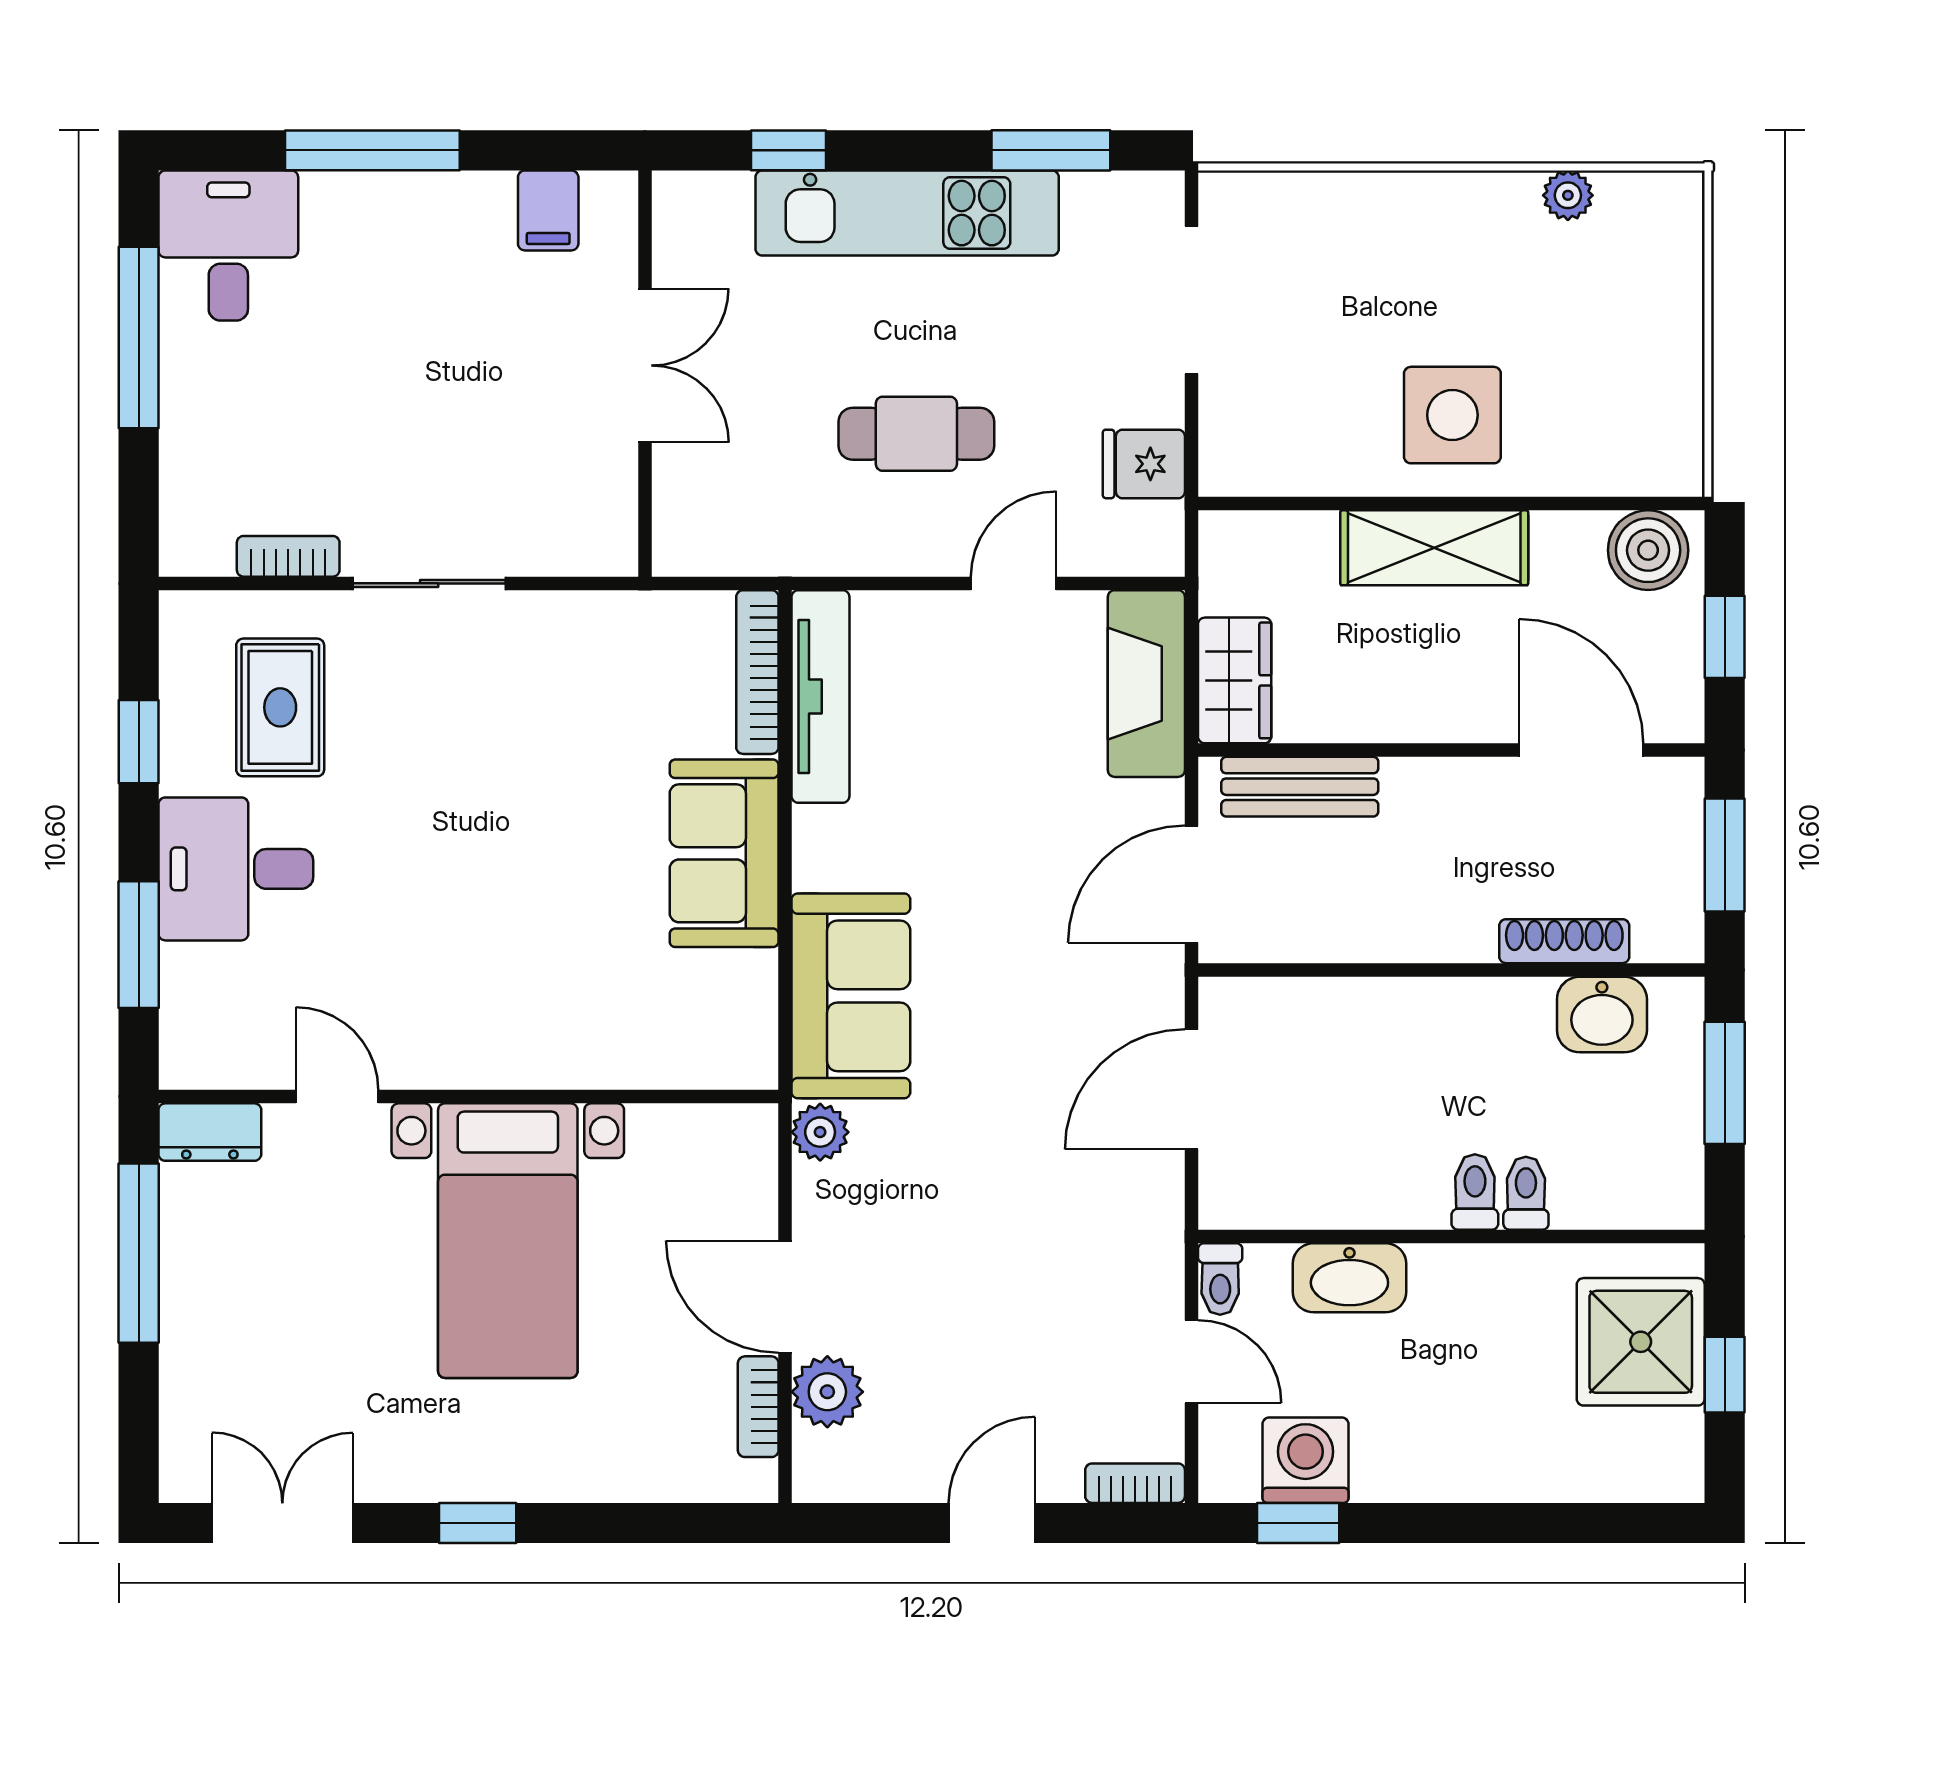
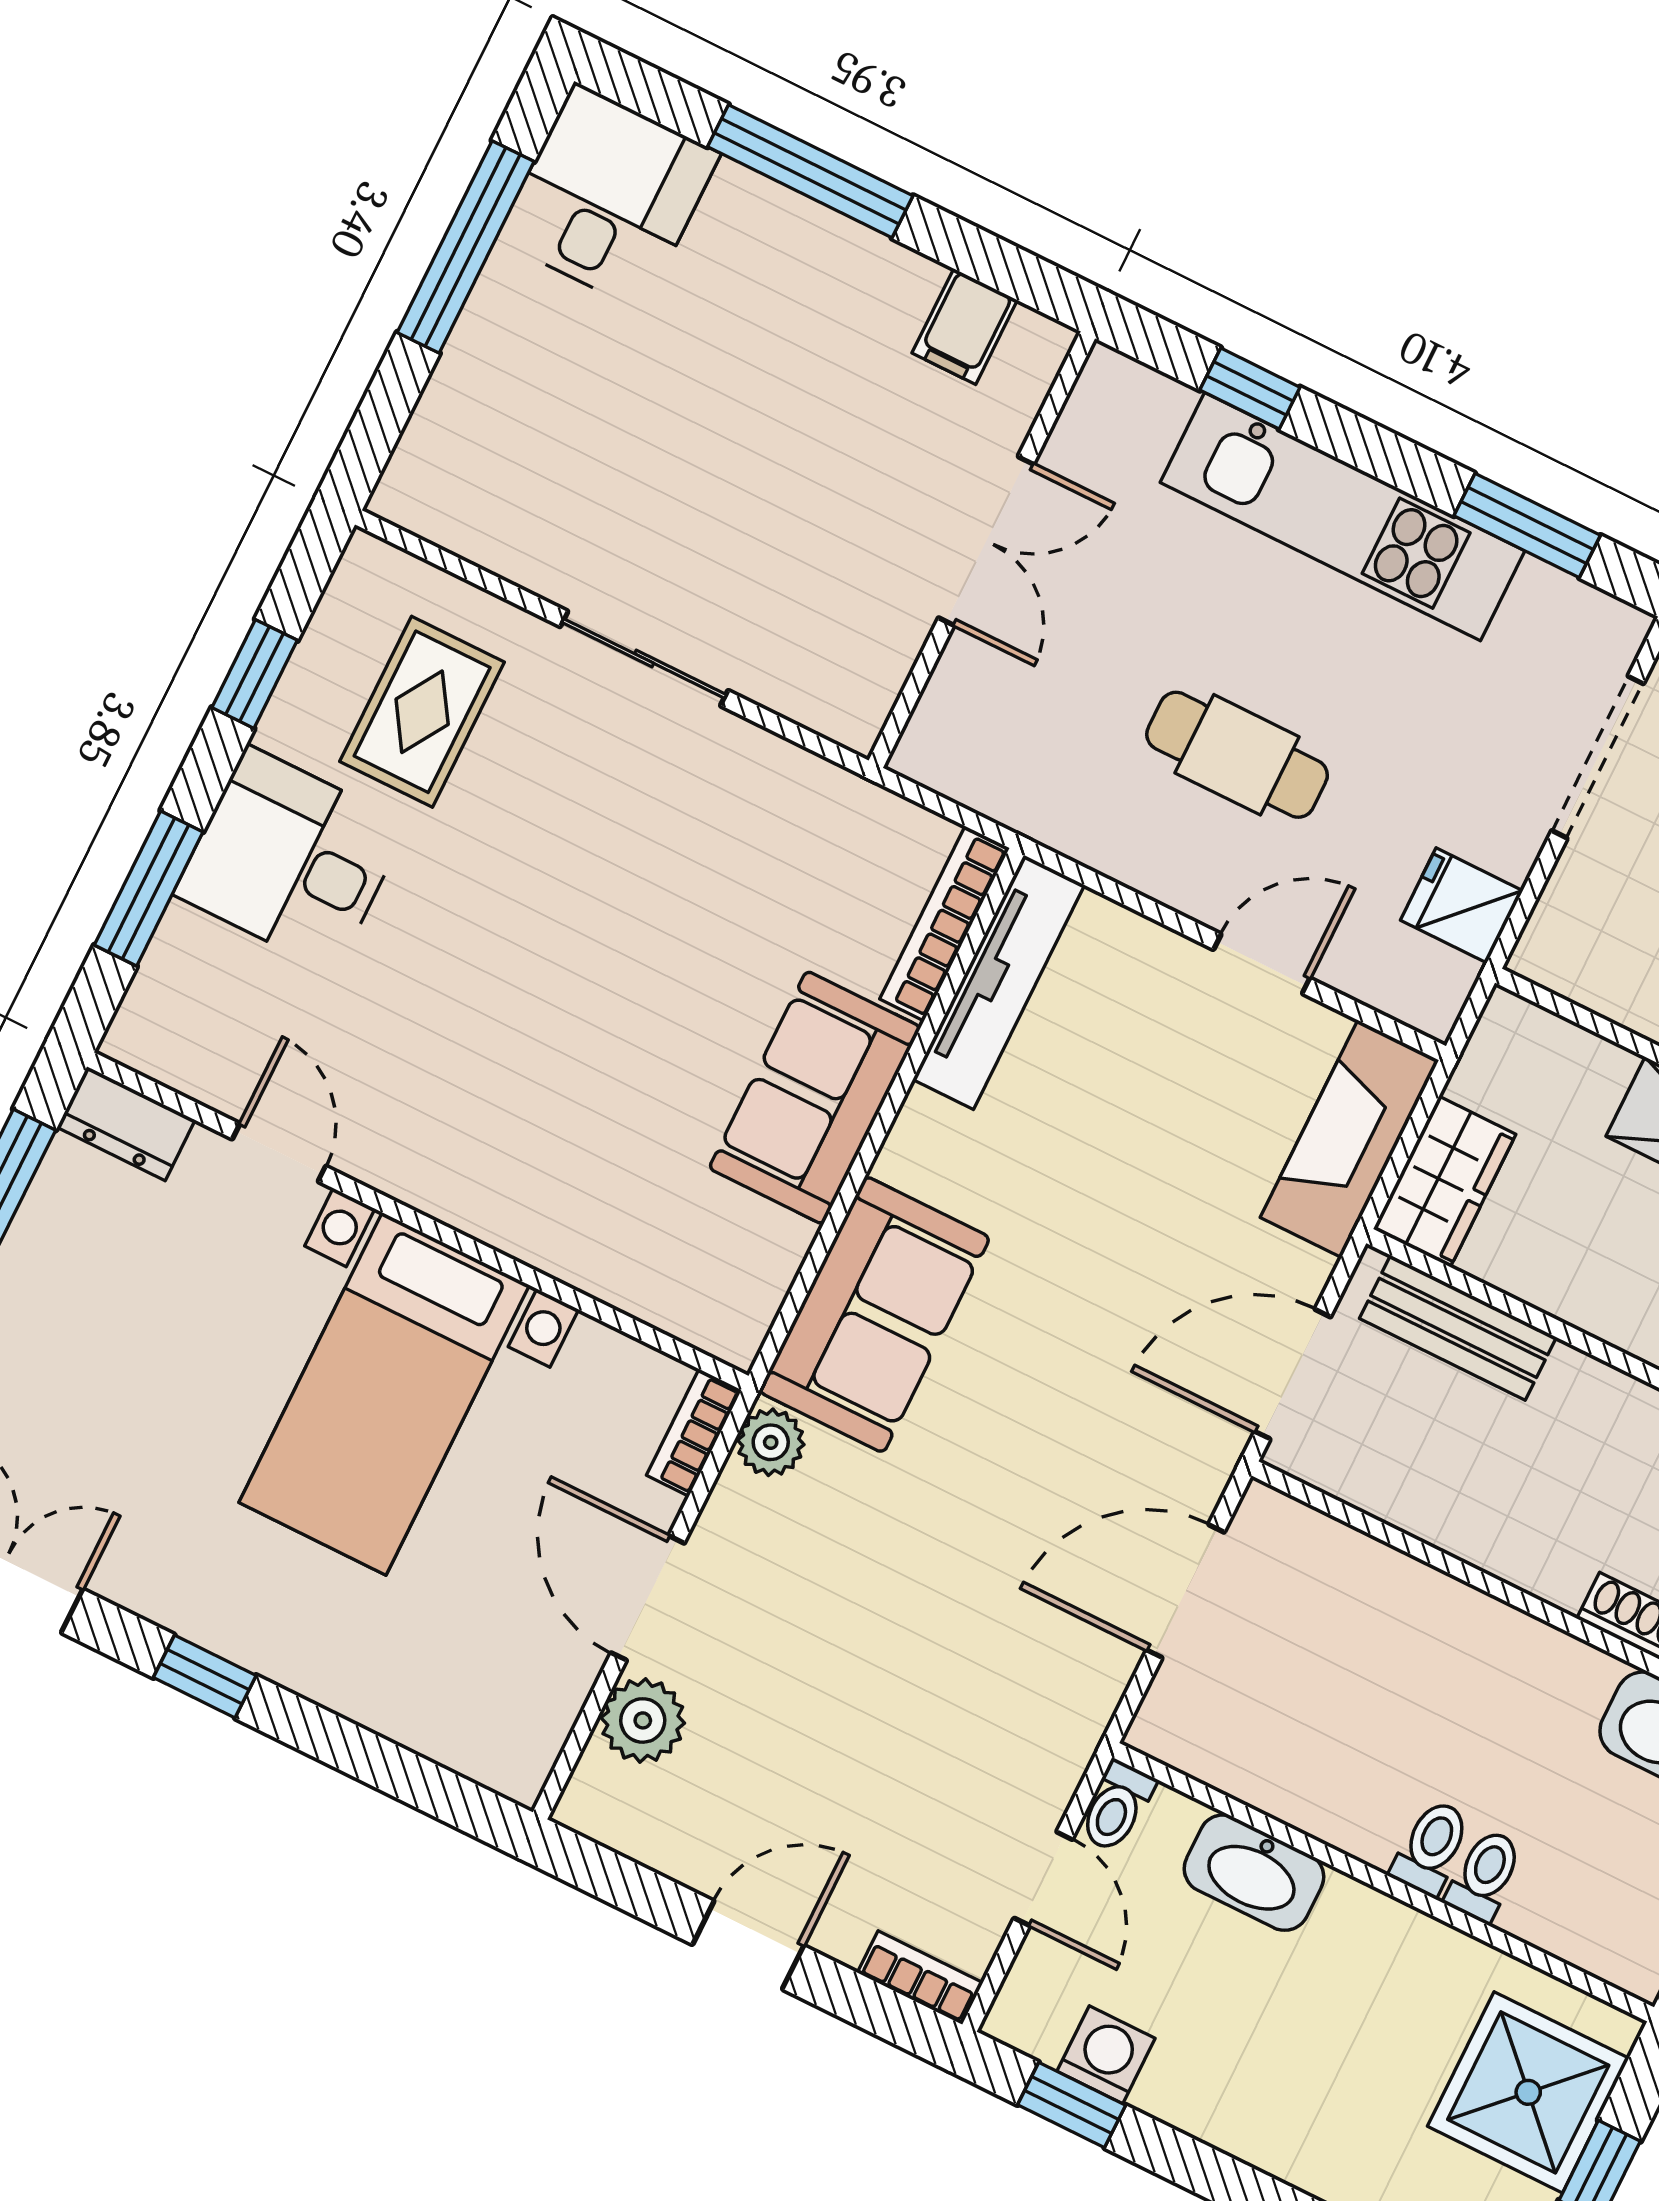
bookcase: (288, 556) -> (509, 556), removed
bookcase: (758, 1407) -> (694, 1433), moved
washing machine: (1306, 1460) -> (1106, 2055), width x0.73, depth x0.73

